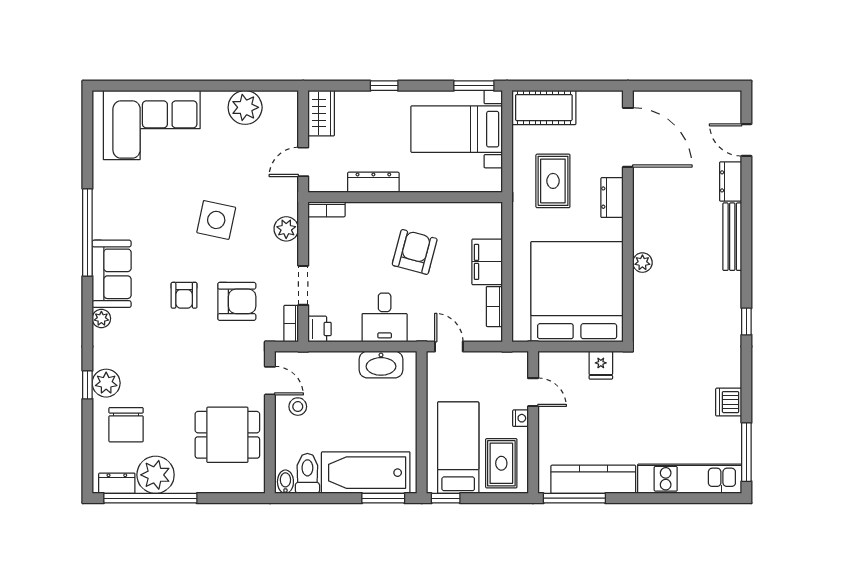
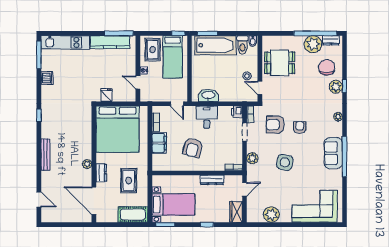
dresser: (731, 181) -> (46, 180), removed
plant: (642, 263) -> (87, 164), moved
sofa: (112, 274) -> (333, 153), moved

